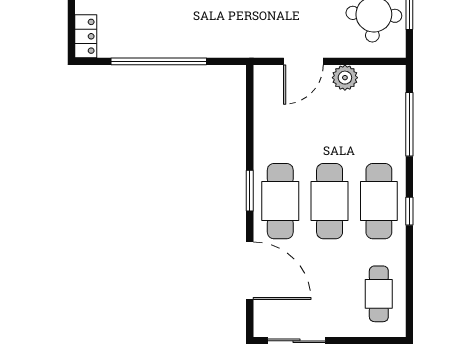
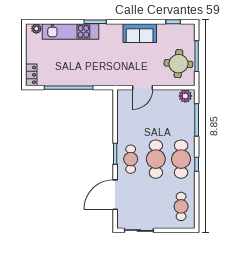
plant: (345, 78) -> (185, 96), moved
cafe table: (280, 201) -> (131, 159), width x0.73, depth x0.74
door: (250, 271) -> (115, 195), swing flipped

